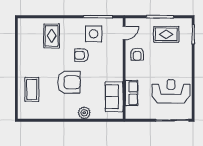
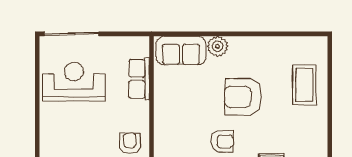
reception desk: (171, 91) -> (74, 82), turned 180
sofa: (114, 97) -> (181, 50), moved, turned 90

